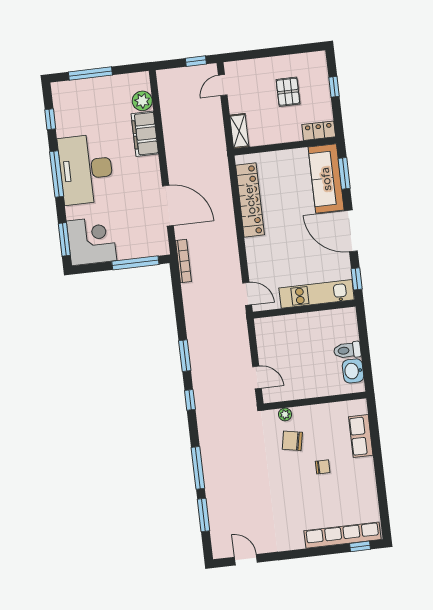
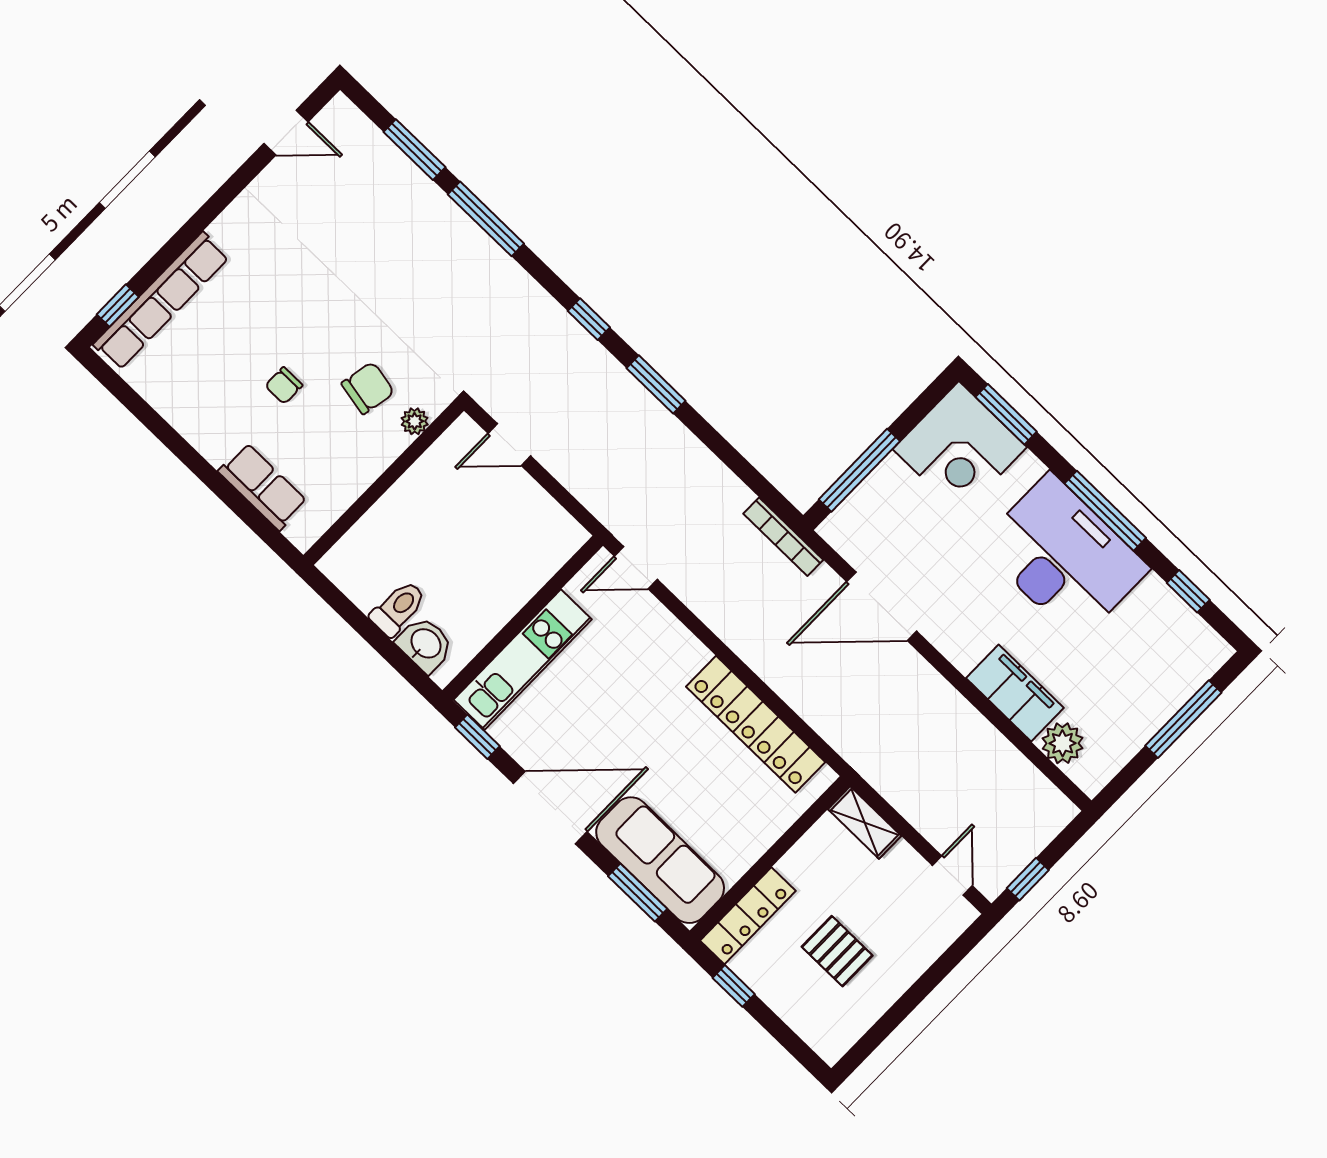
window: (334, 87) -> (734, 986), moved
locker: (319, 131) -> (748, 916), width x1.53
washbasin: (353, 371) -> (425, 644), moved

